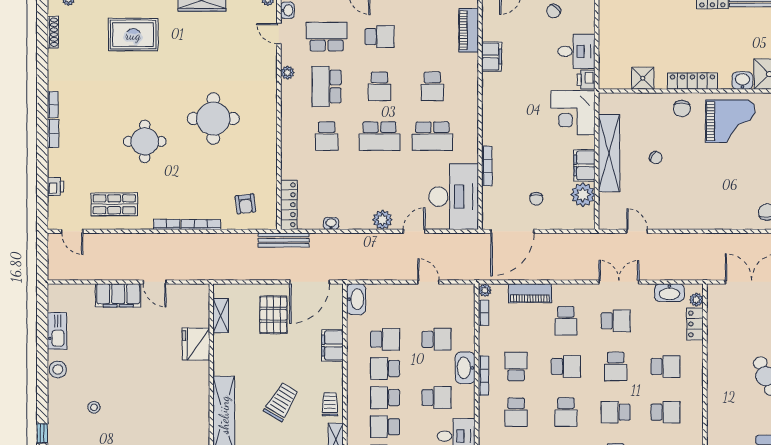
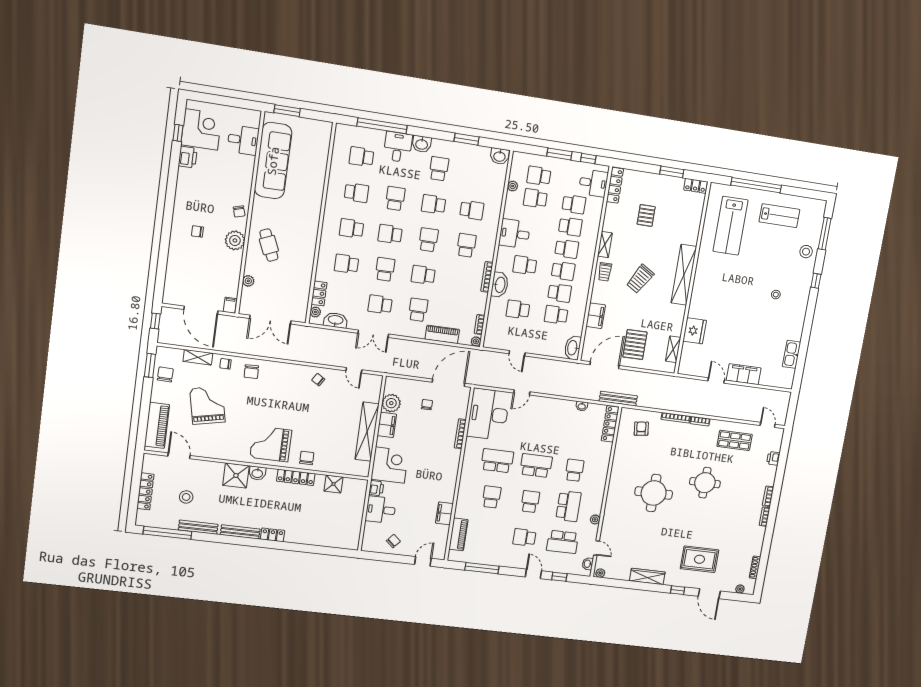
chair: (656, 158) -> (318, 380), moved
plant: (382, 220) -> (544, 404), removed
school desk: (516, 366) -> (461, 280), removed
stool: (58, 369) -> (796, 326), removed
school desk: (616, 412) -> (390, 234), turned 180

